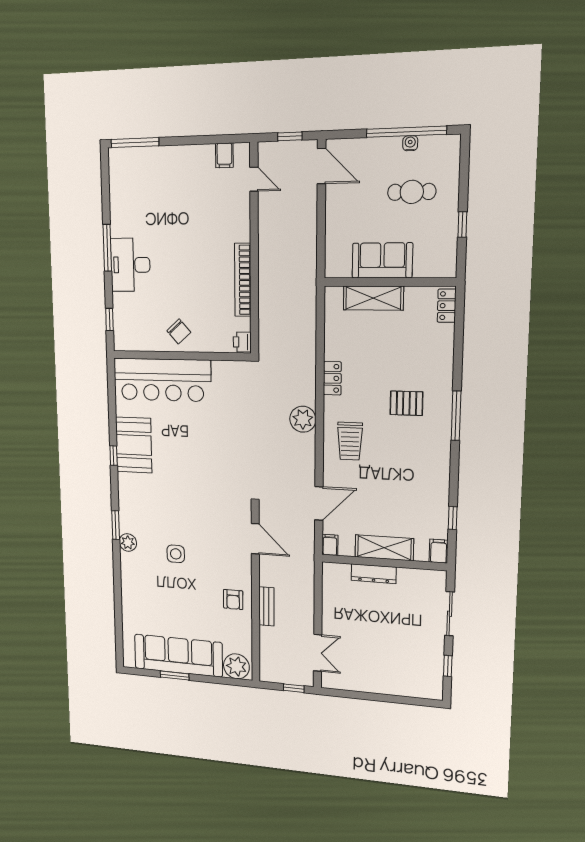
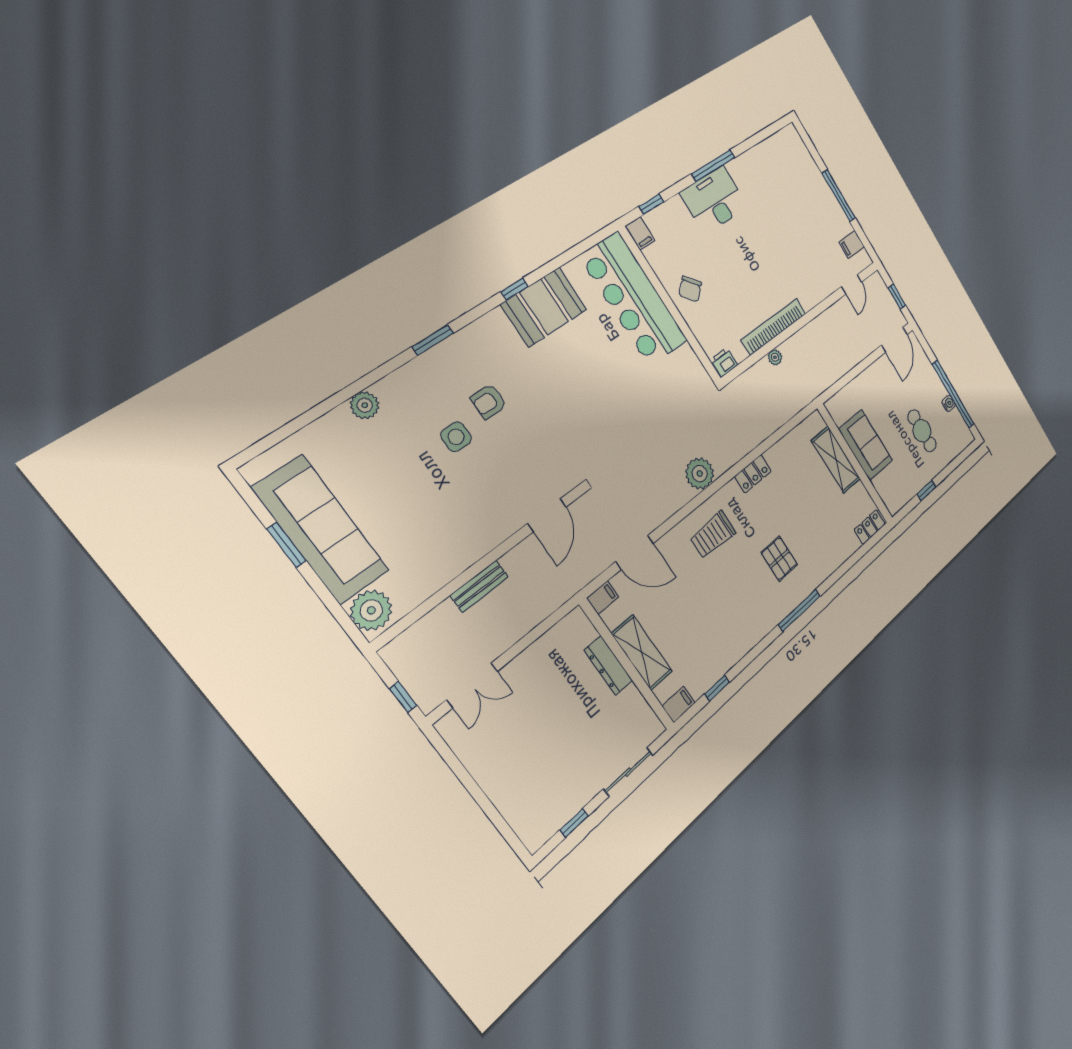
window: (135, 143) -> (839, 196), moved
plant: (265, 296) -> (775, 357), added
filing cabinet: (124, 343) -> (640, 233), added
plant: (128, 542) -> (365, 405), moved
armchair: (233, 600) -> (489, 401), moved

